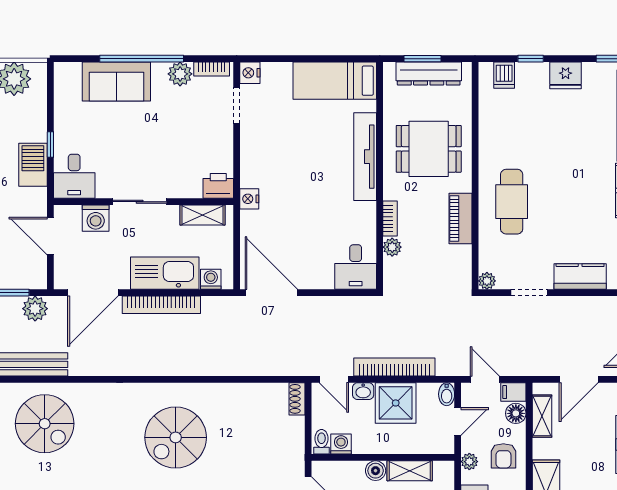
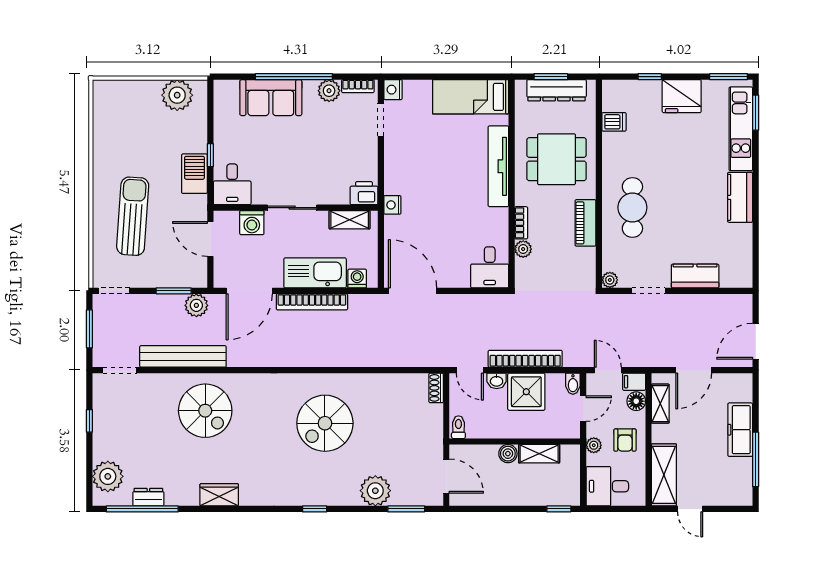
dishwasher: (504, 75) -> (614, 122), moved, turned -90
fridge: (566, 75) -> (682, 96), width x1.36, depth x1.34
washing machine: (341, 444) -> (476, 429), removed

